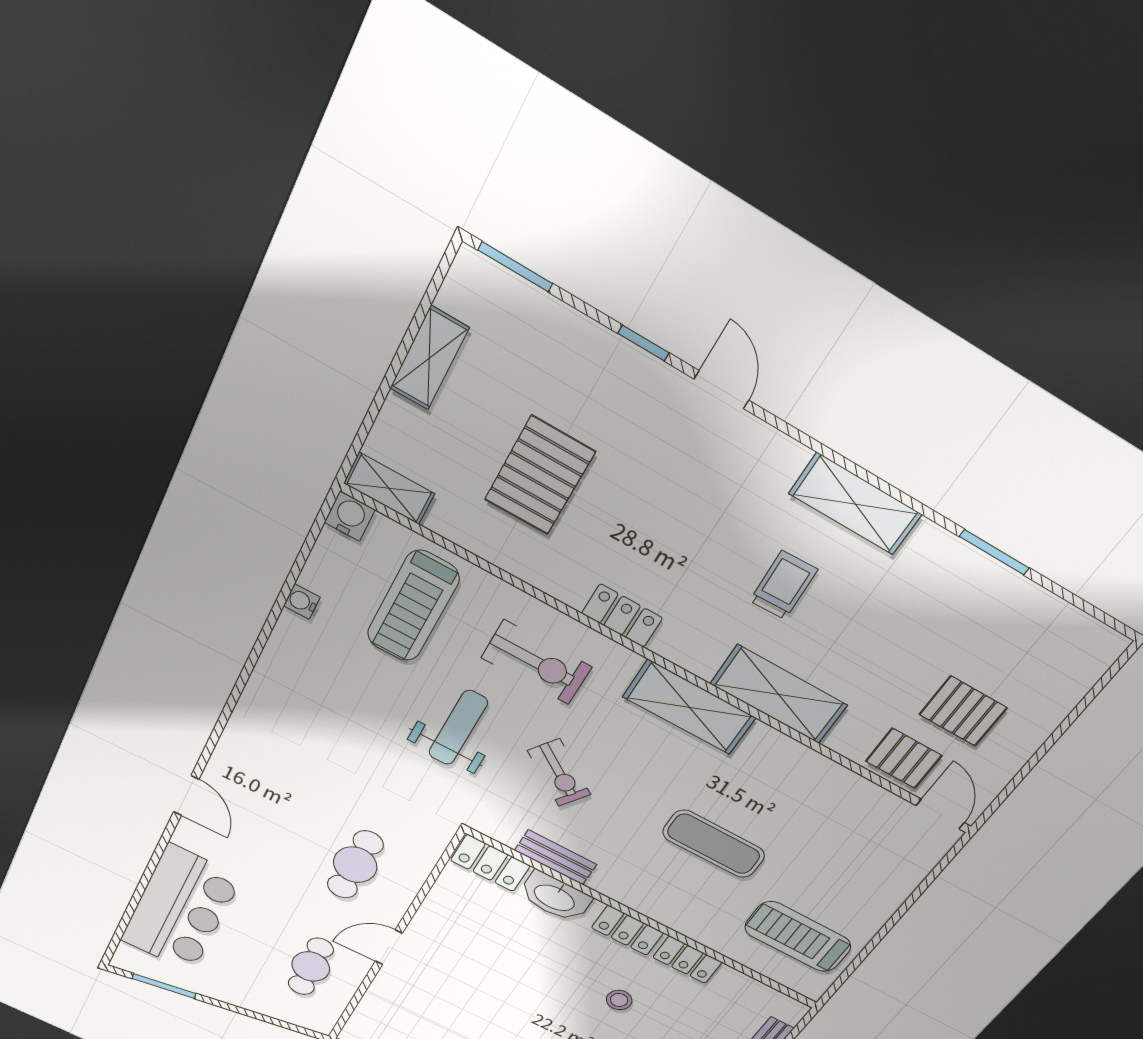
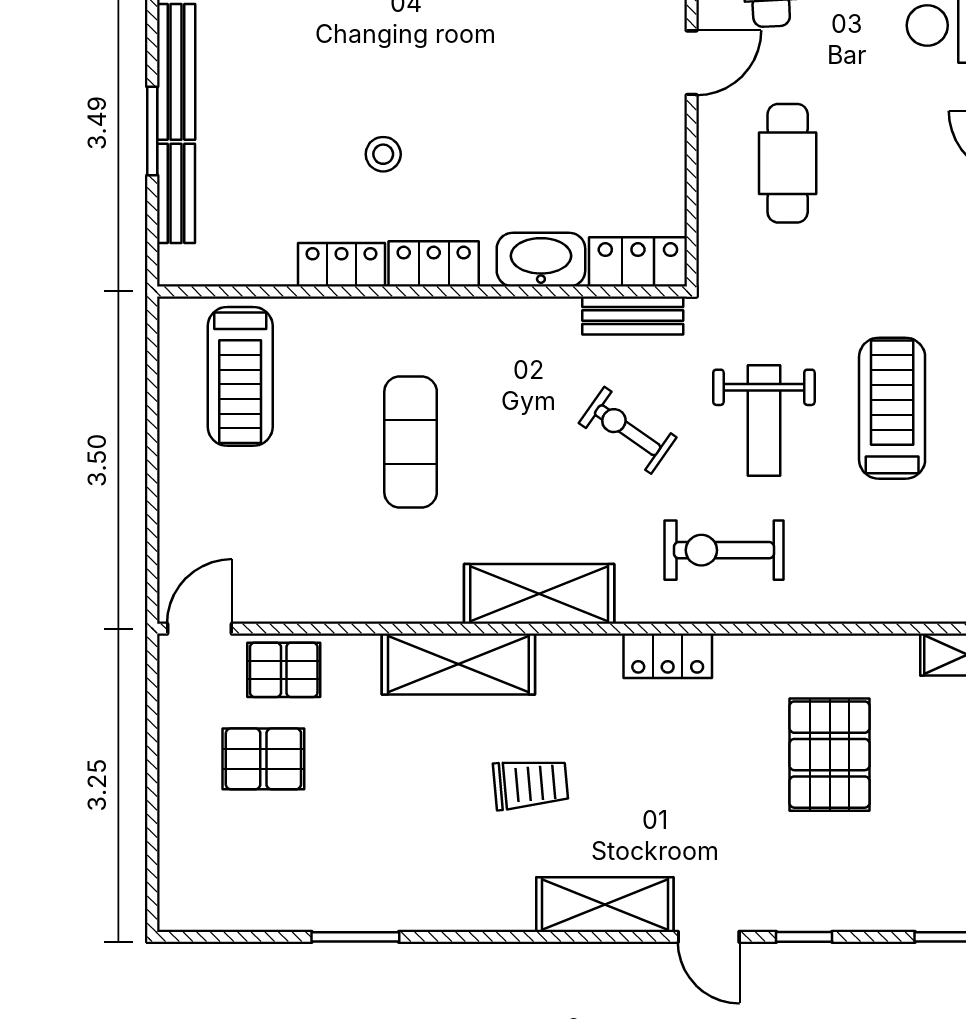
shelving: (855, 504) -> (605, 905), moved
trolley: (783, 585) -> (531, 784), turned -93
treadmill: (413, 606) -> (892, 408), moved
door: (940, 814) -> (200, 629), swing flipped
exercise mat: (714, 844) -> (411, 442), turned 90
bench: (556, 857) -> (633, 315), moved
treadmill: (798, 937) -> (240, 376), turned 90

